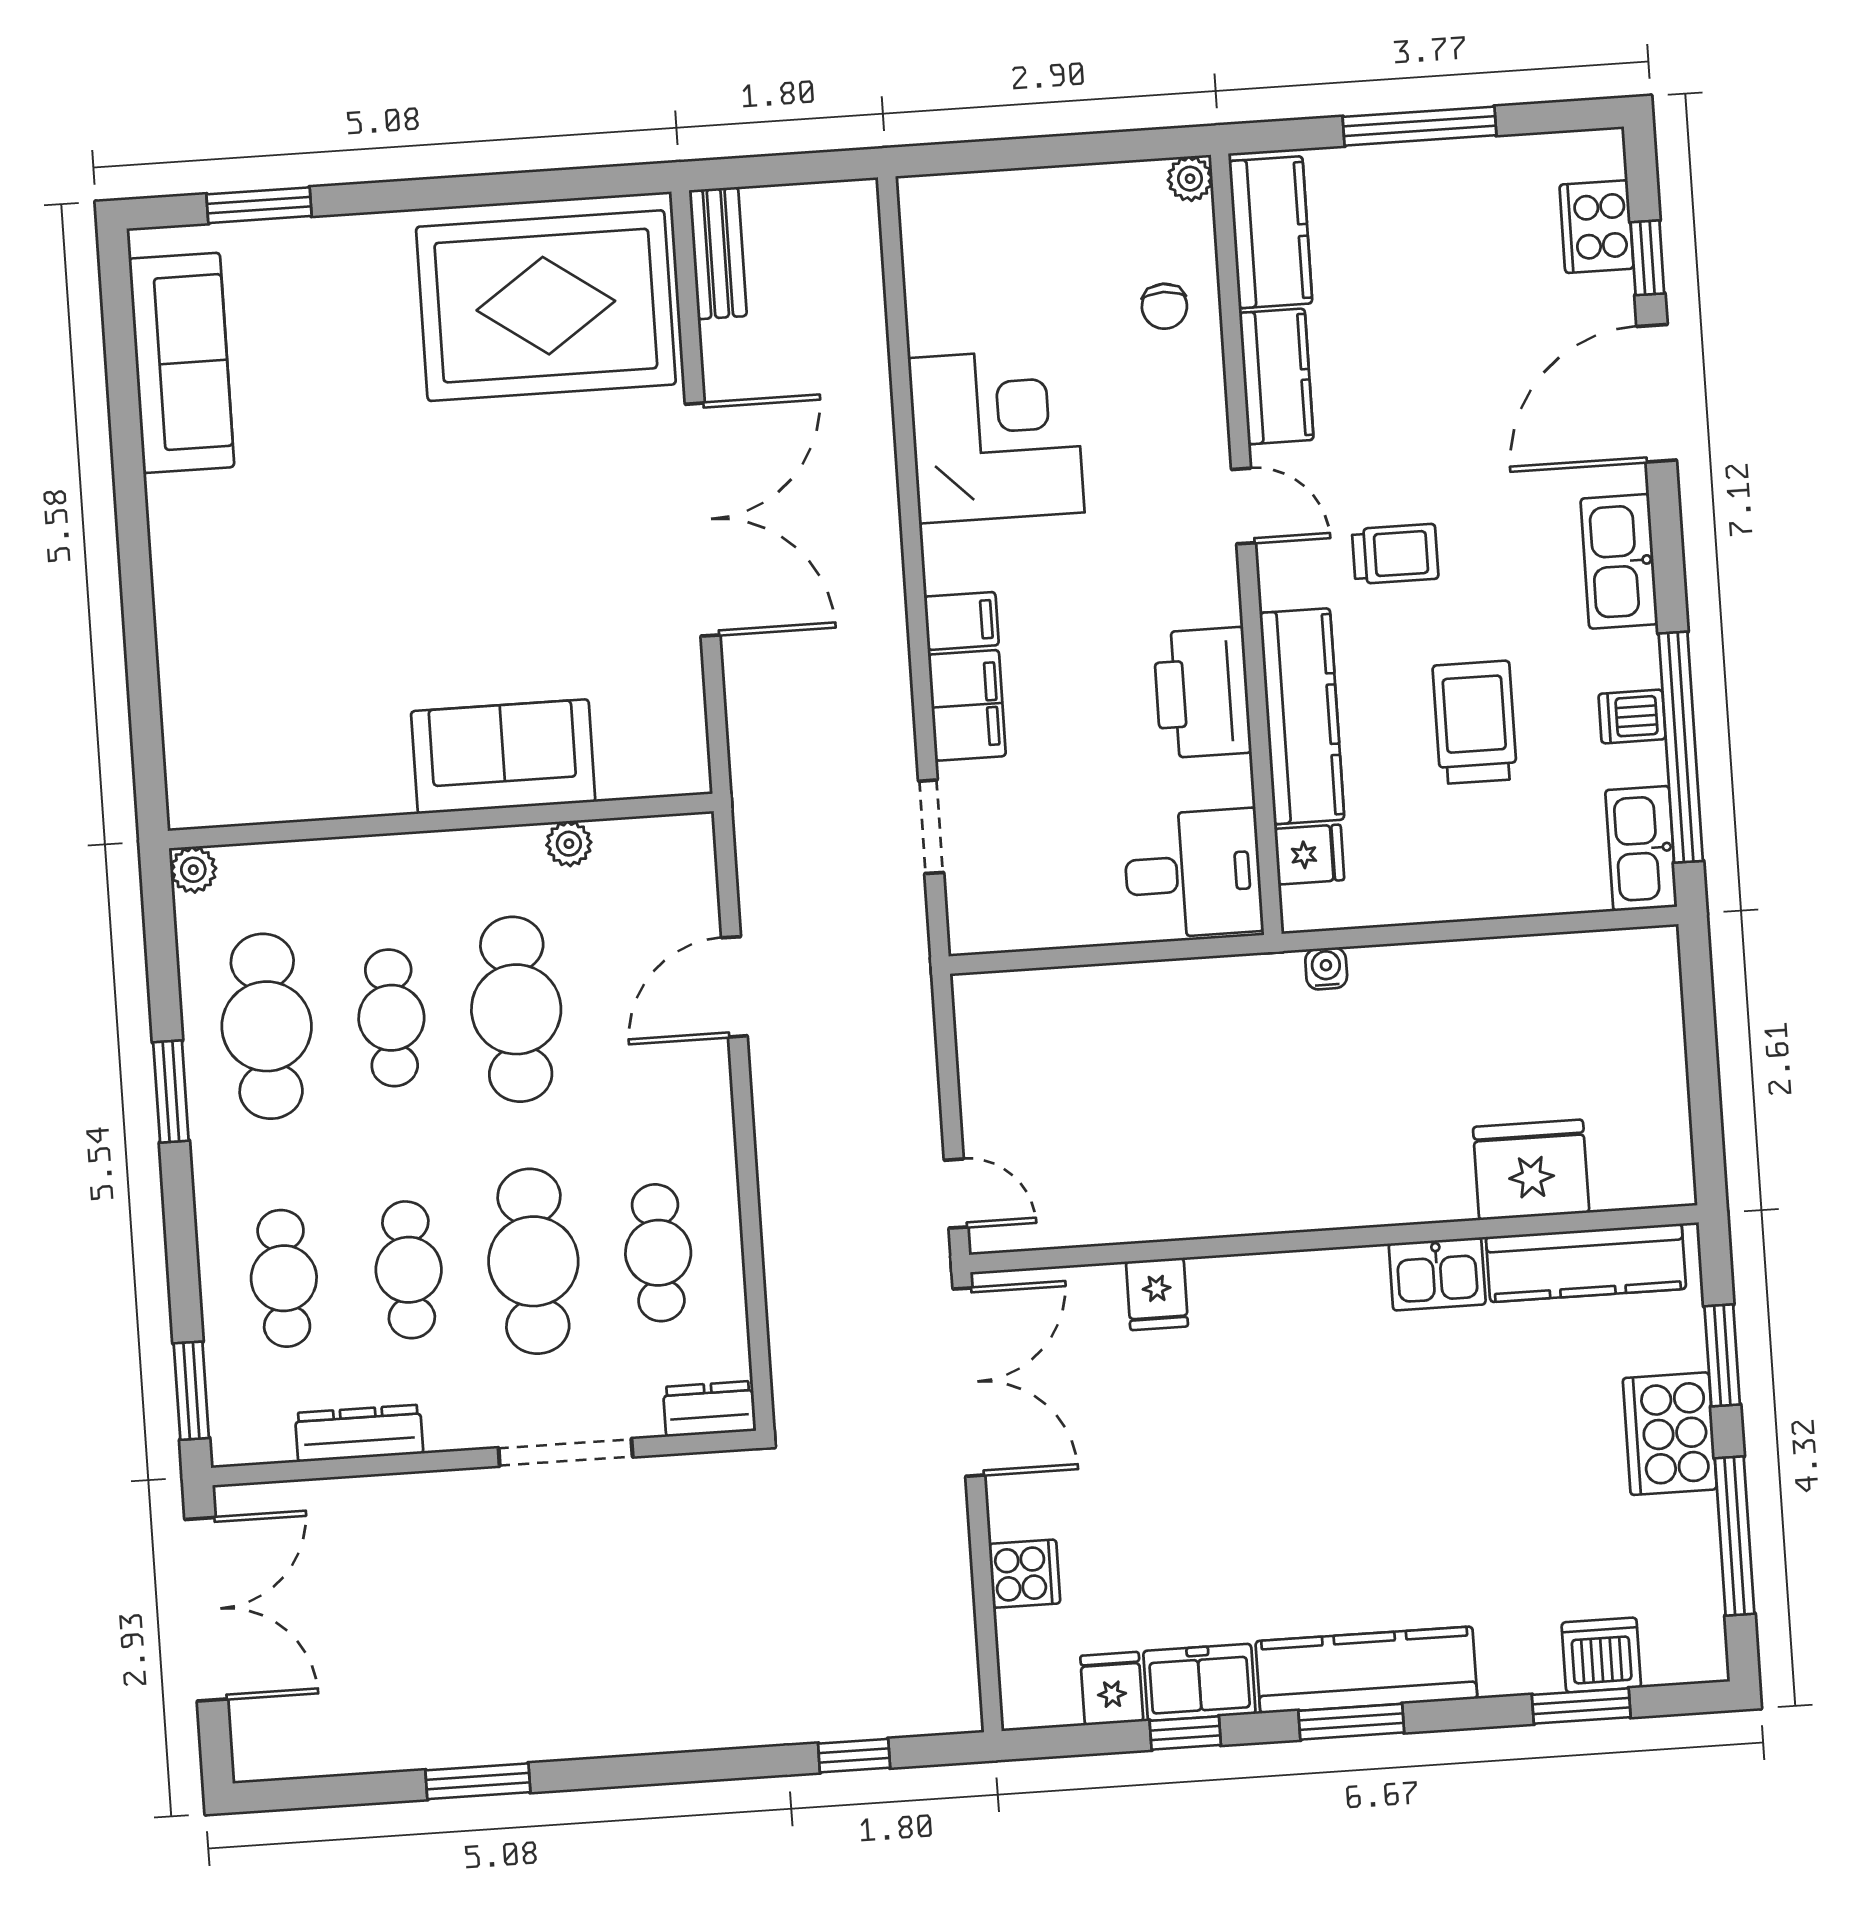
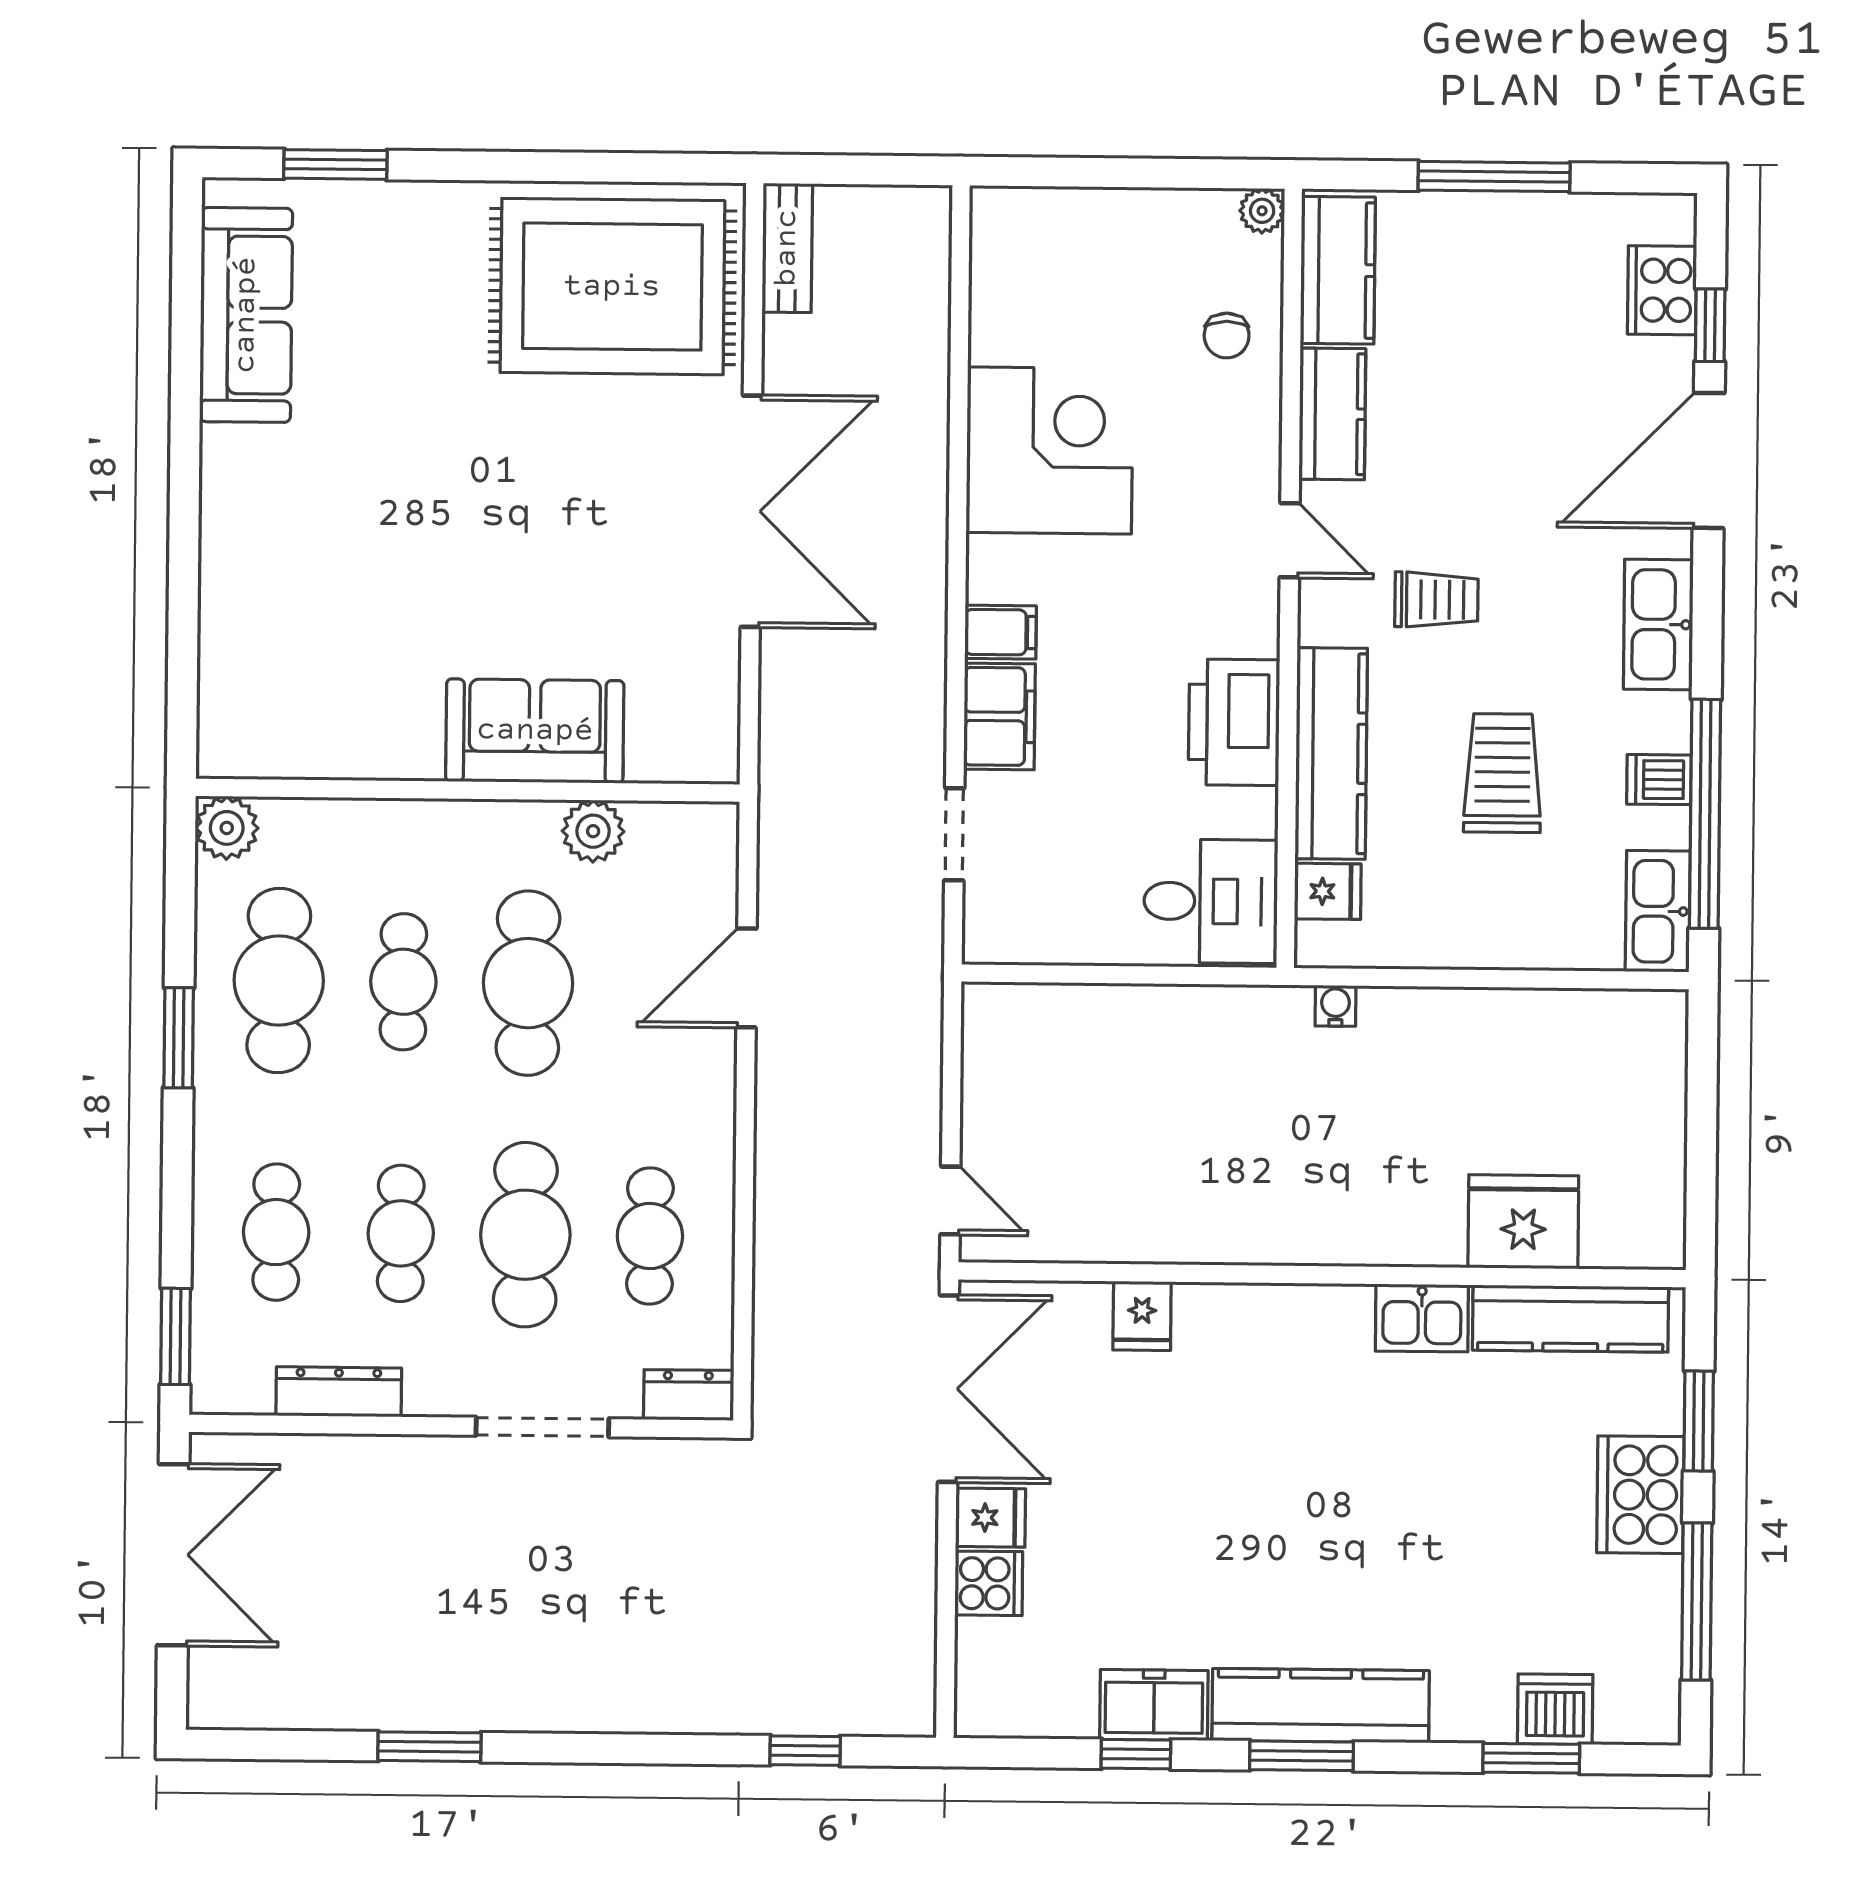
plant: (569, 844) -> (593, 831), width x1.38, depth x1.38
plant: (193, 870) -> (227, 828), width x1.38, depth x1.38
fridge: (1112, 1689) -> (990, 1518), moved, turned 90

